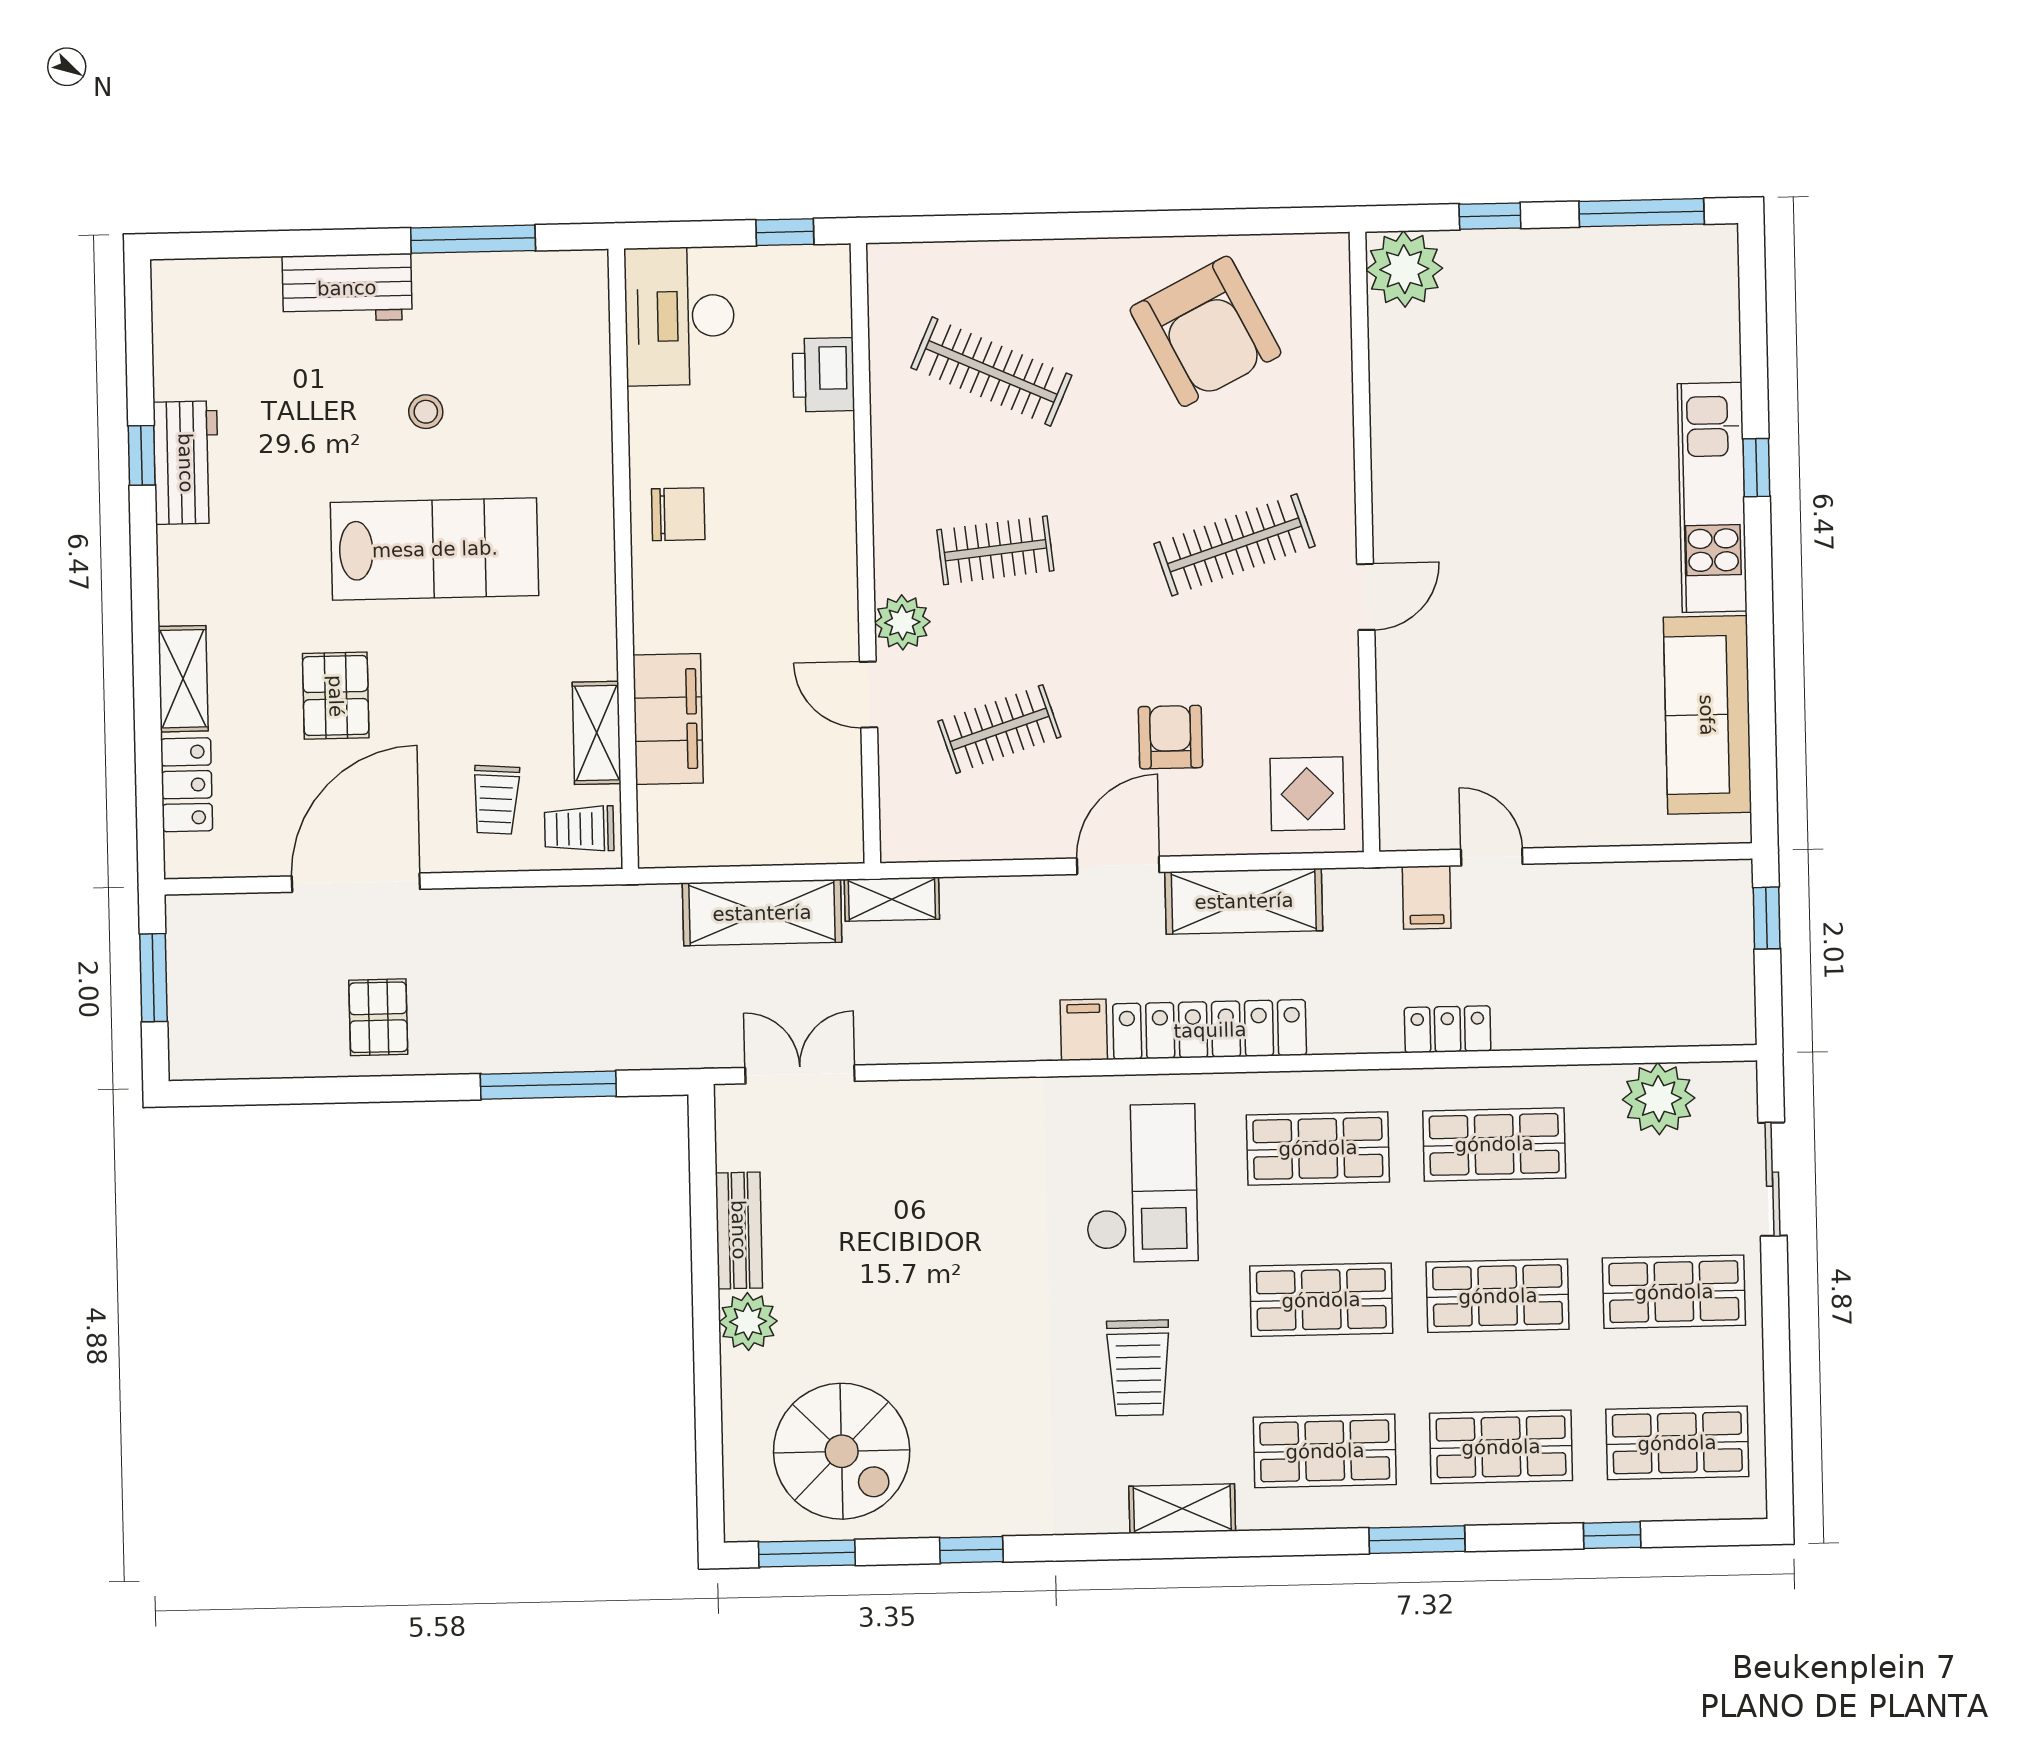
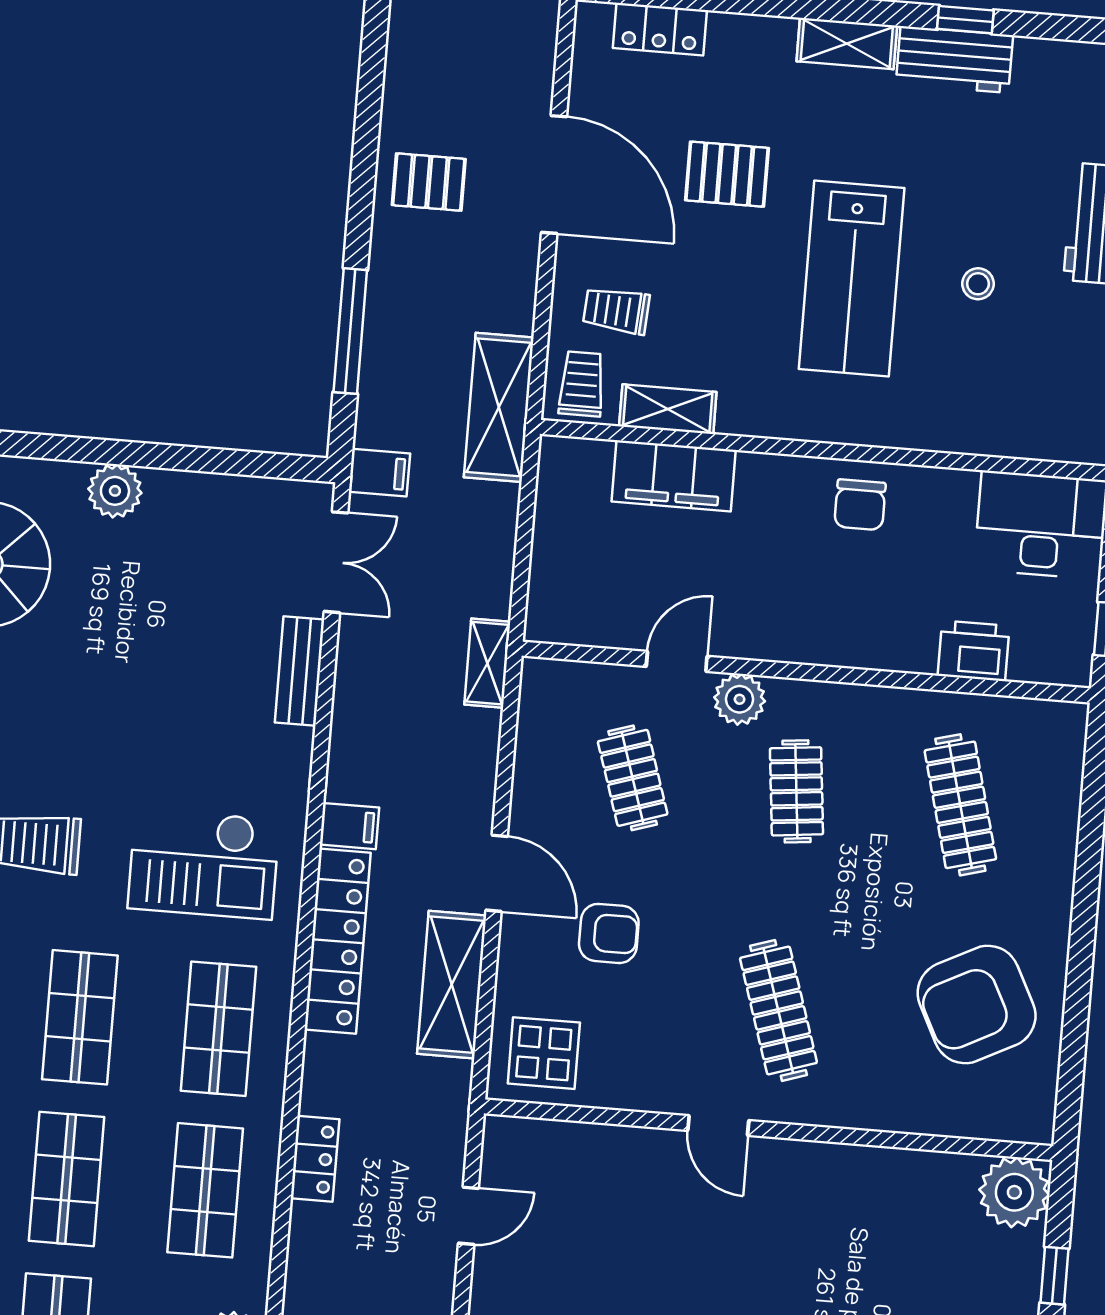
clothes rail: (991, 372) -> (960, 805), turned -39
shelving: (183, 679) -> (847, 43), moved
filing cabinet: (1427, 897) -> (379, 473), moved, turned 180
shelving: (762, 913) -> (499, 407), moved
bench: (739, 1230) -> (300, 671), moved, turned 90

